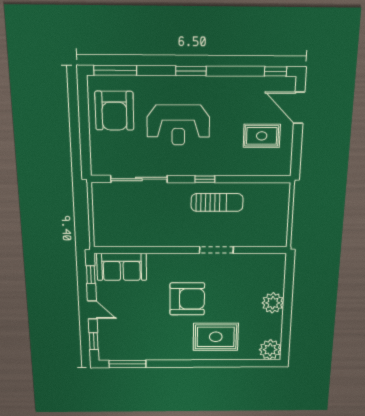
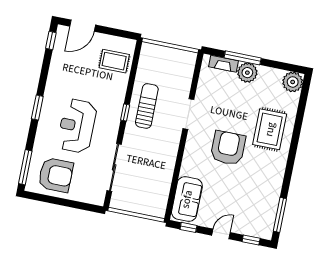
reception desk: (178, 125) -> (77, 126), turned 180
rug: (262, 136) -> (114, 61), moved, turned 90
fireplace: (279, 276) -> (223, 64), added
window: (288, 295) -> (243, 58), added

